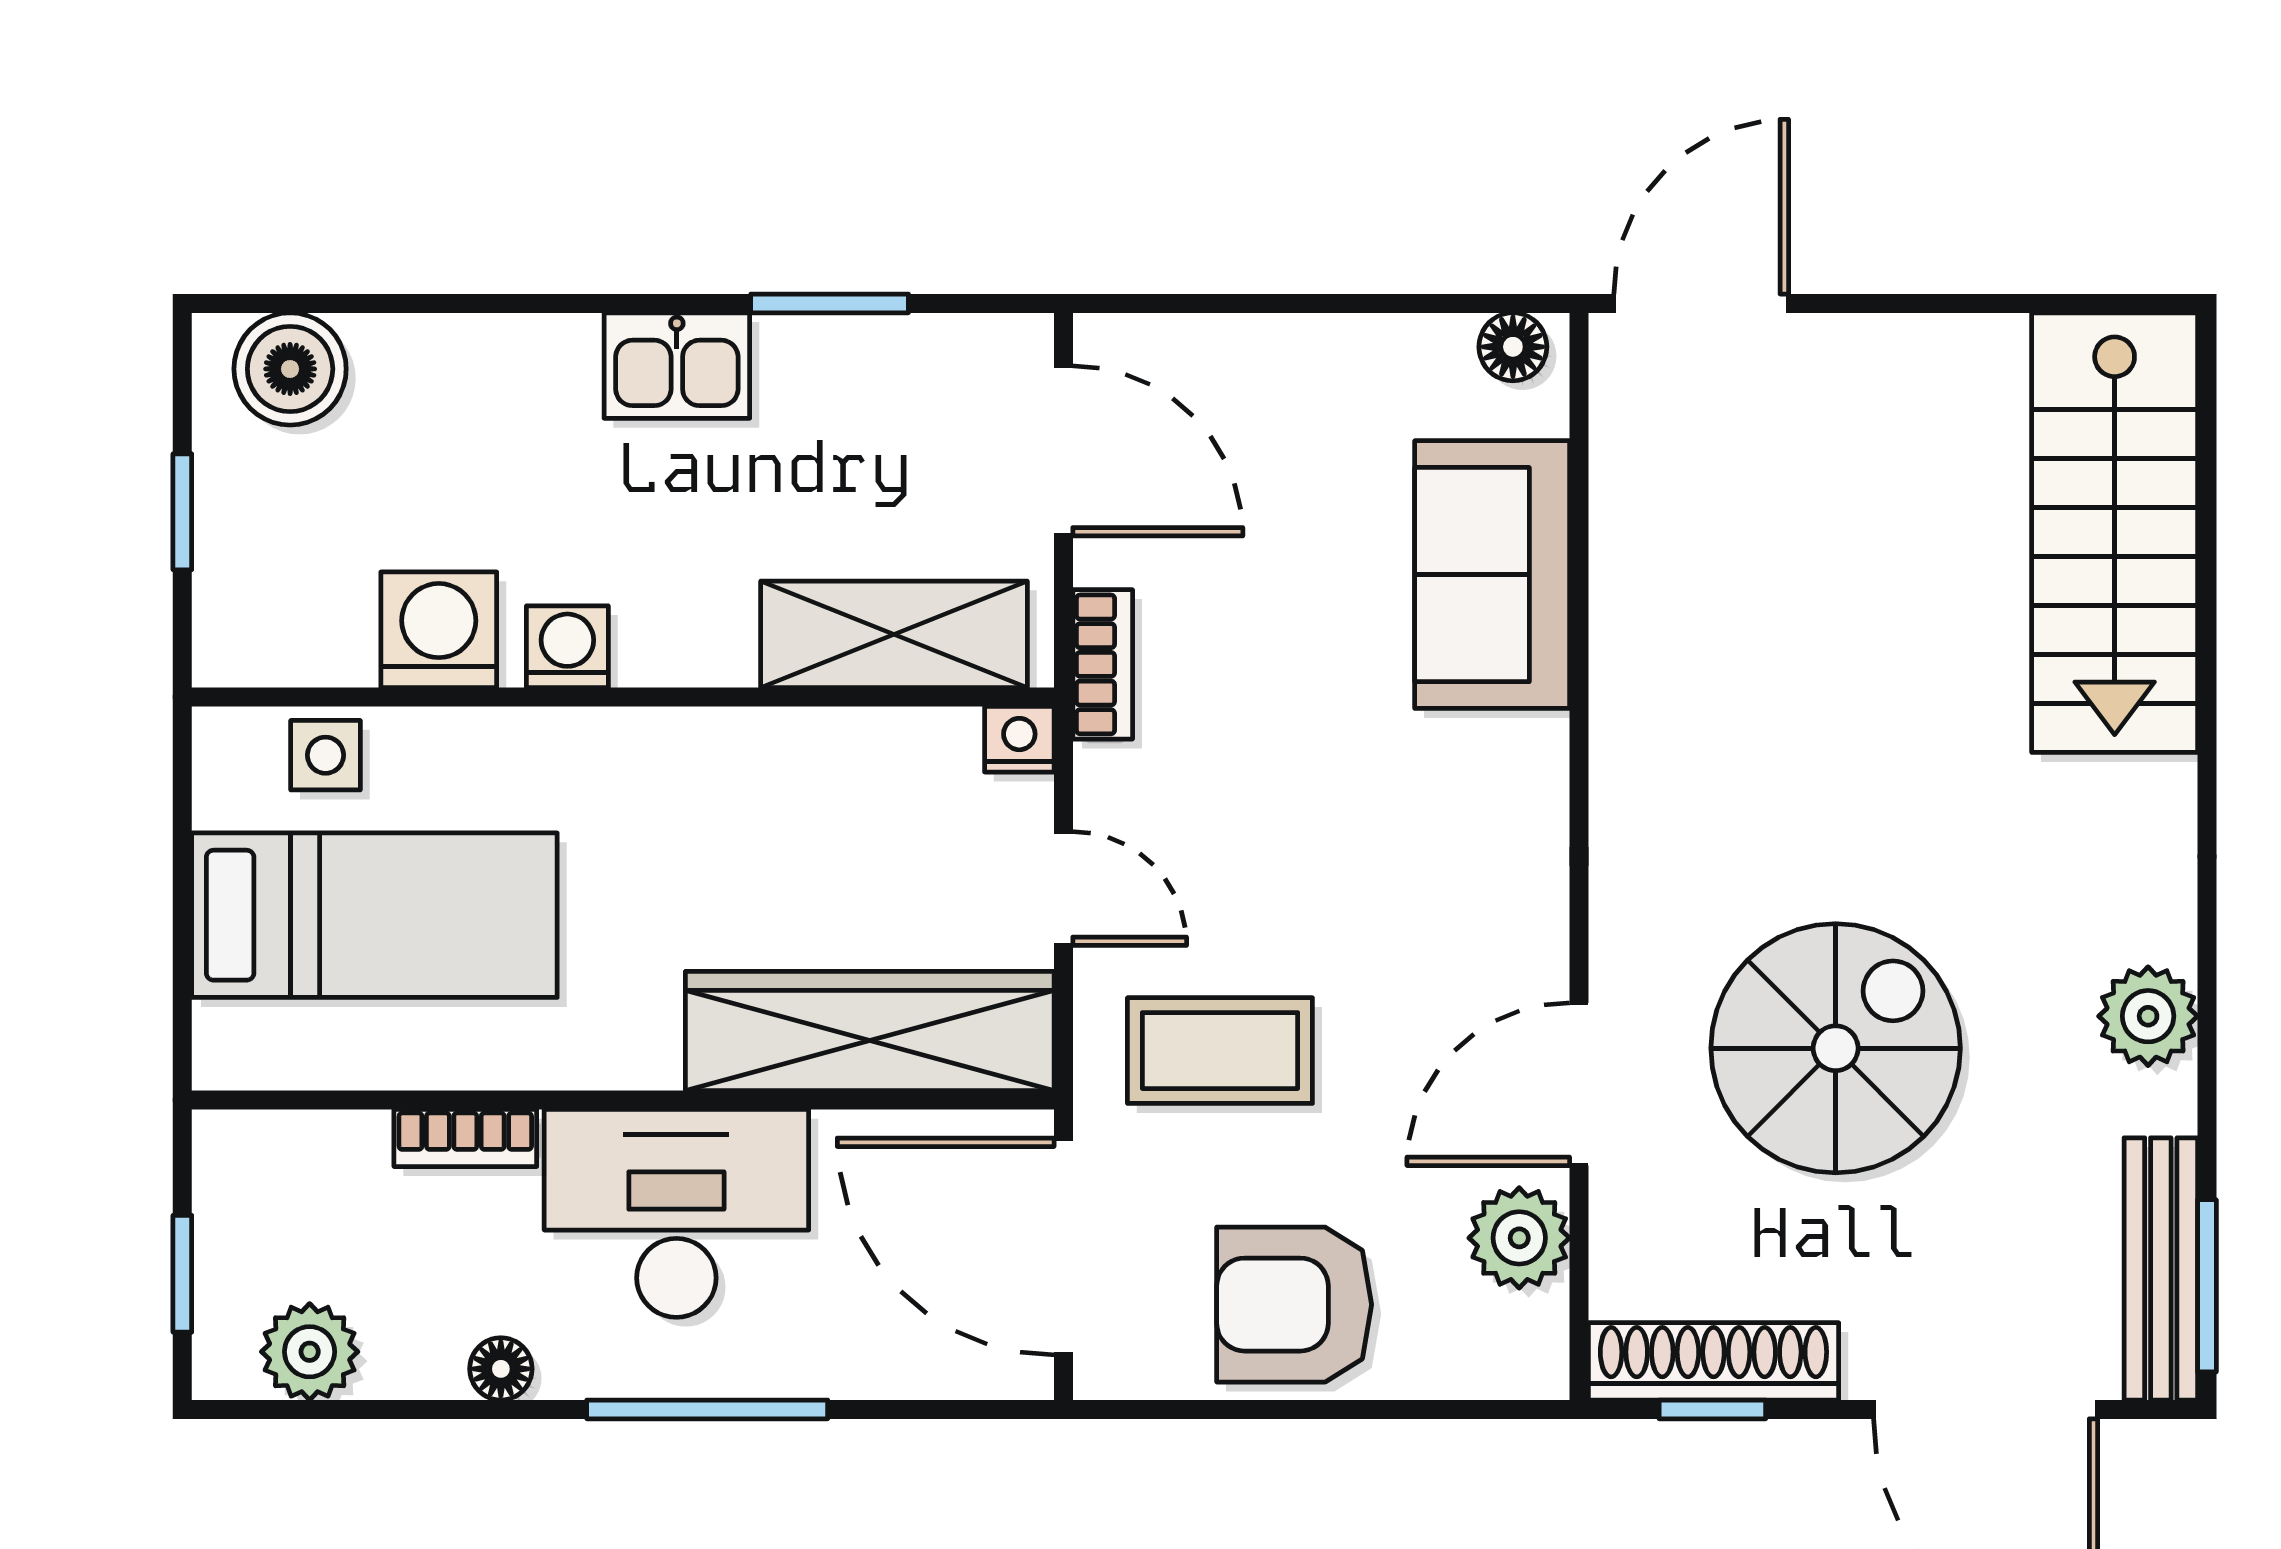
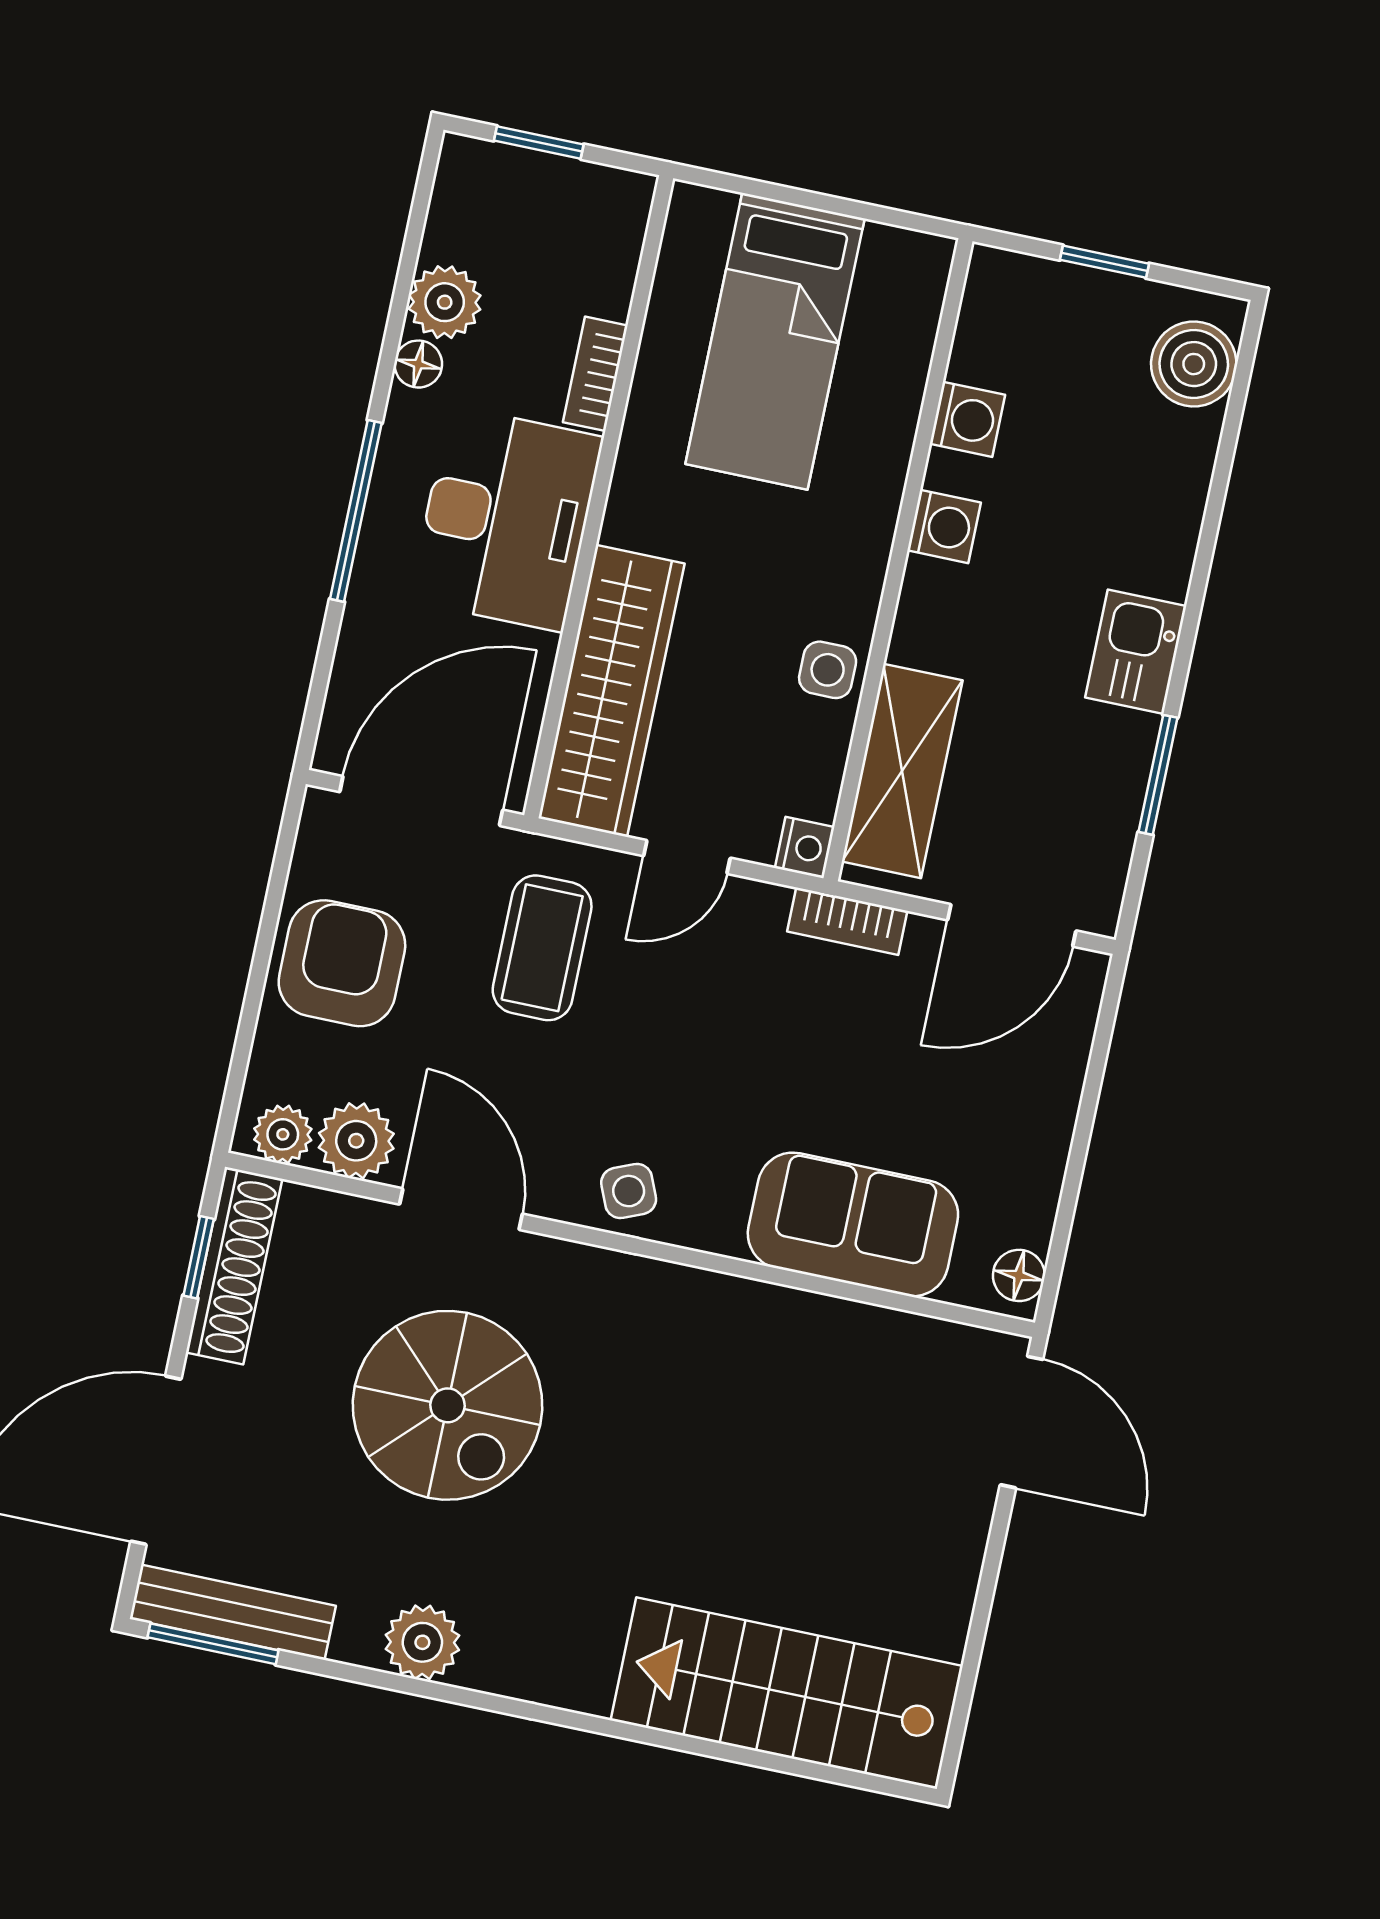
washing machine: (439, 630) -> (967, 419), width x0.73, depth x0.73
side table: (326, 755) -> (828, 670), moved
side table: (1510, 873) -> (629, 1191), added
plant: (1531, 1334) -> (283, 1134), added
plant: (310, 1352) -> (445, 302), moved

